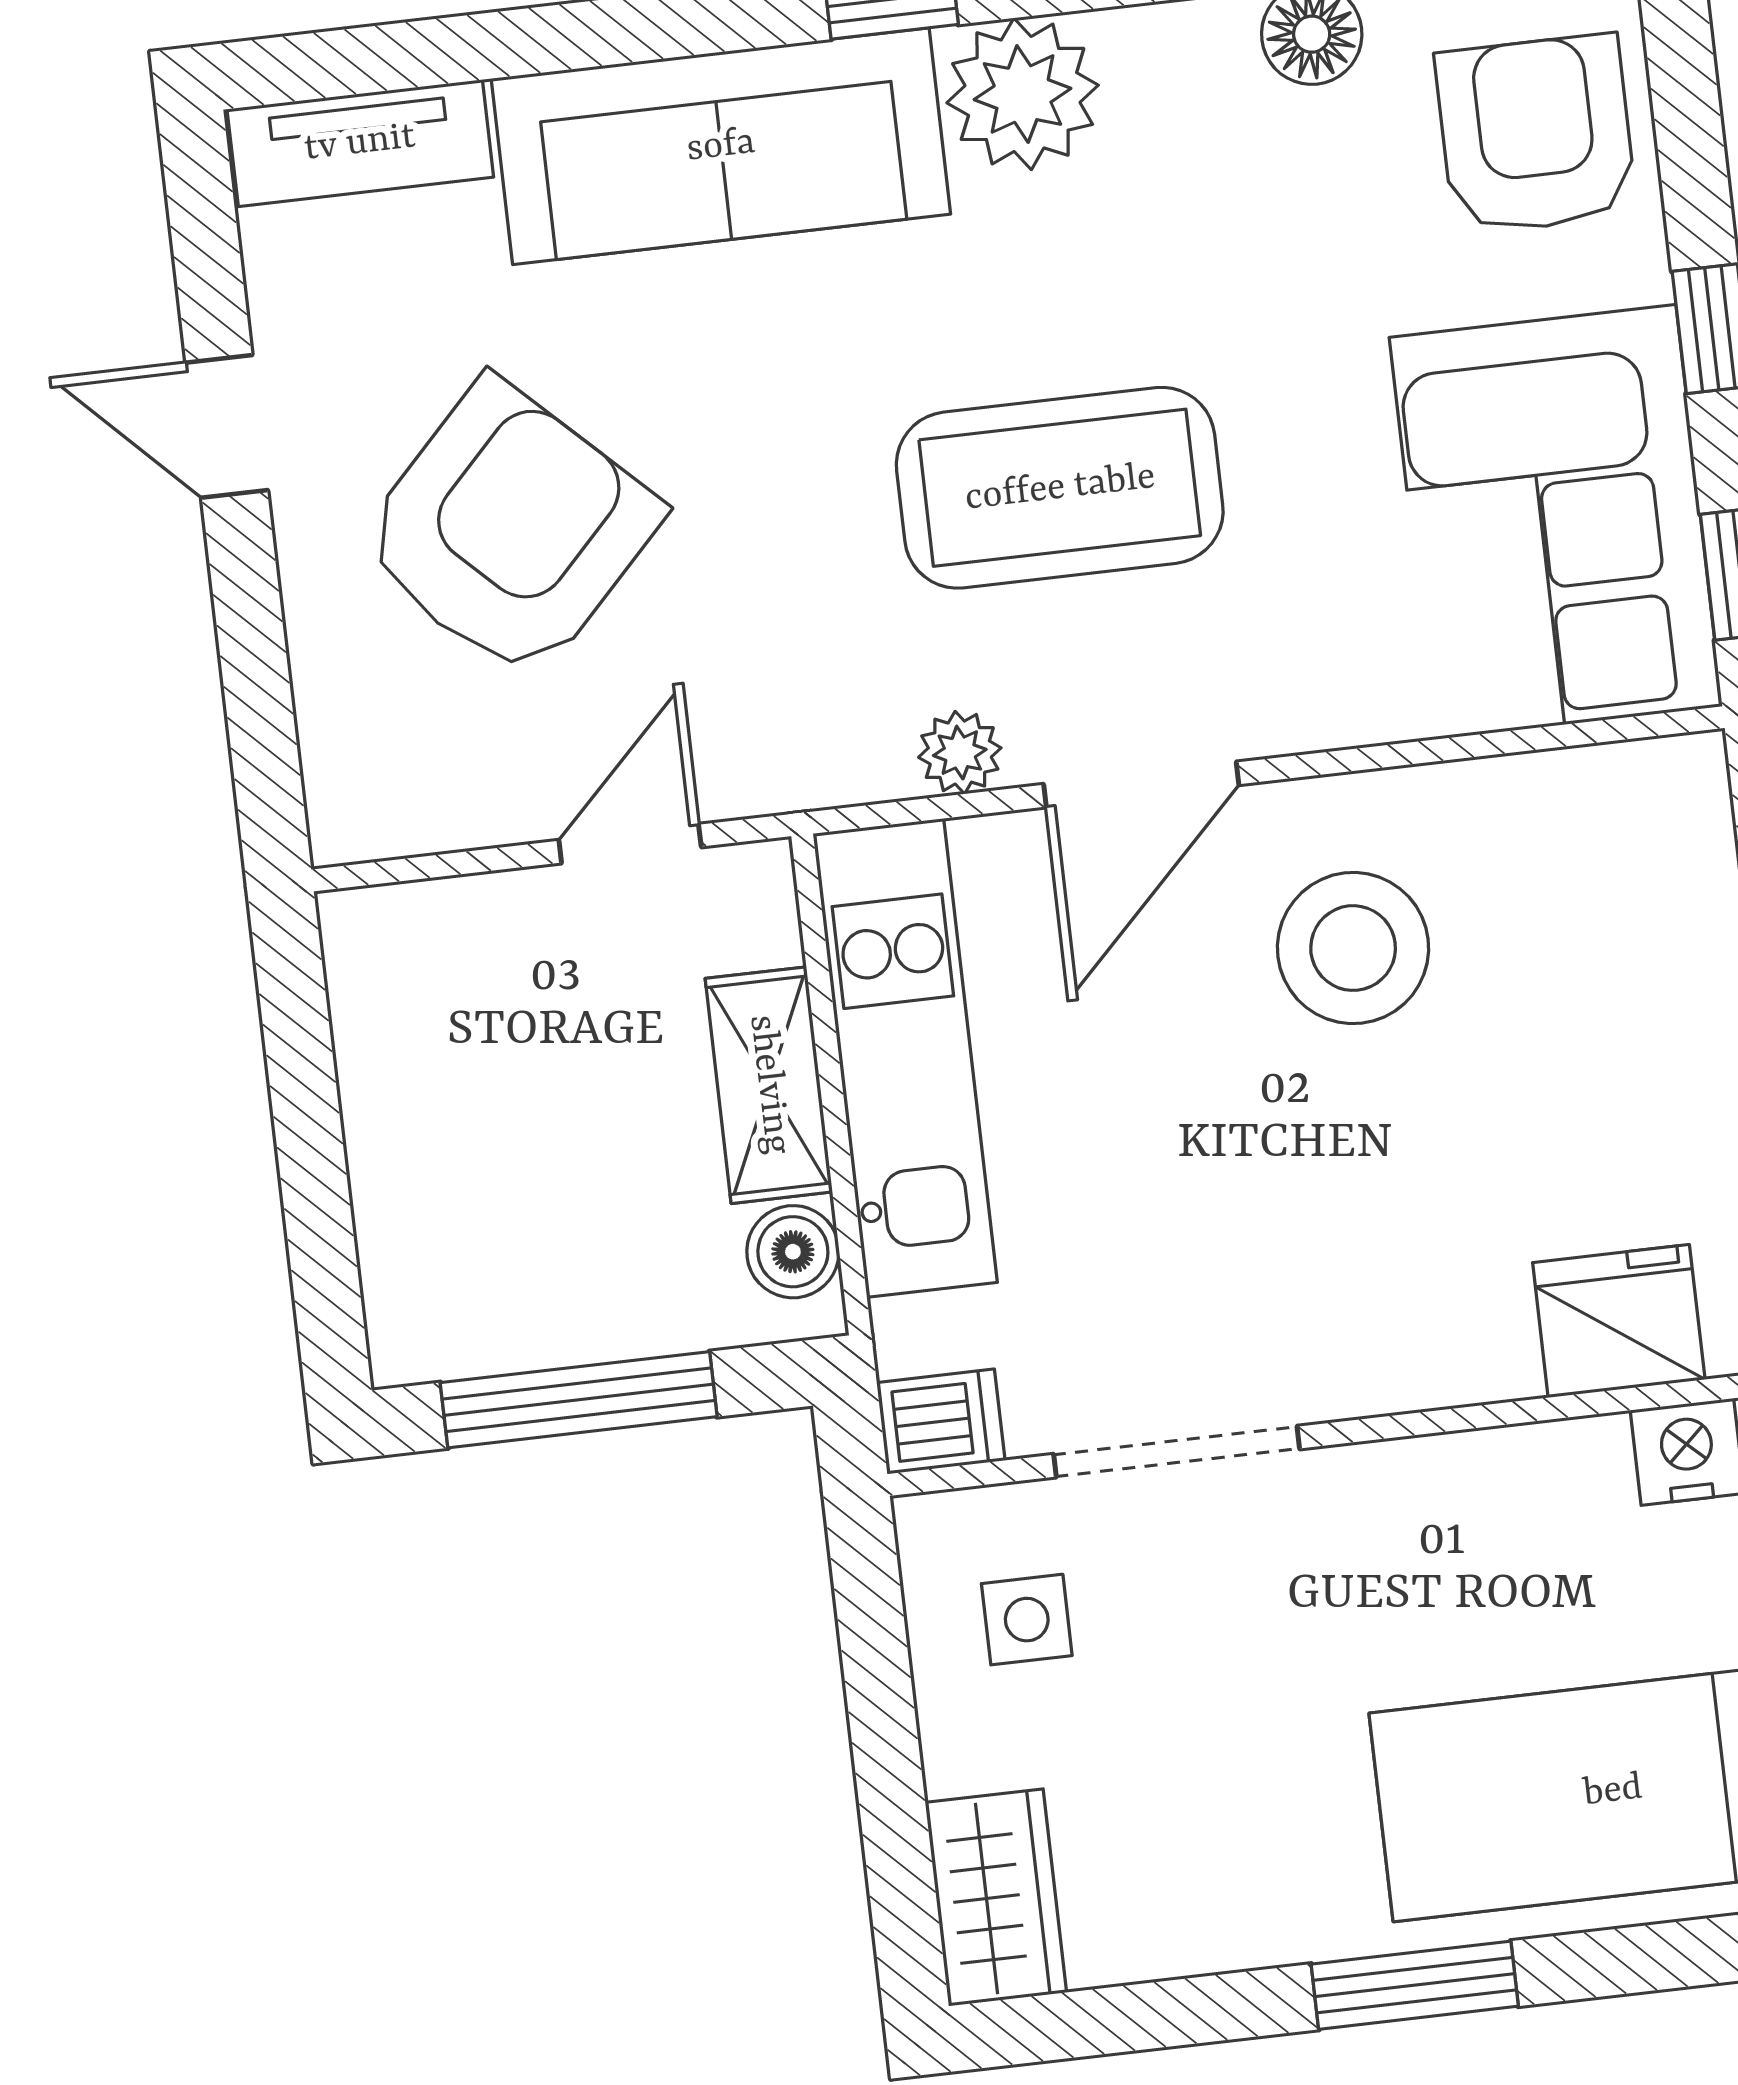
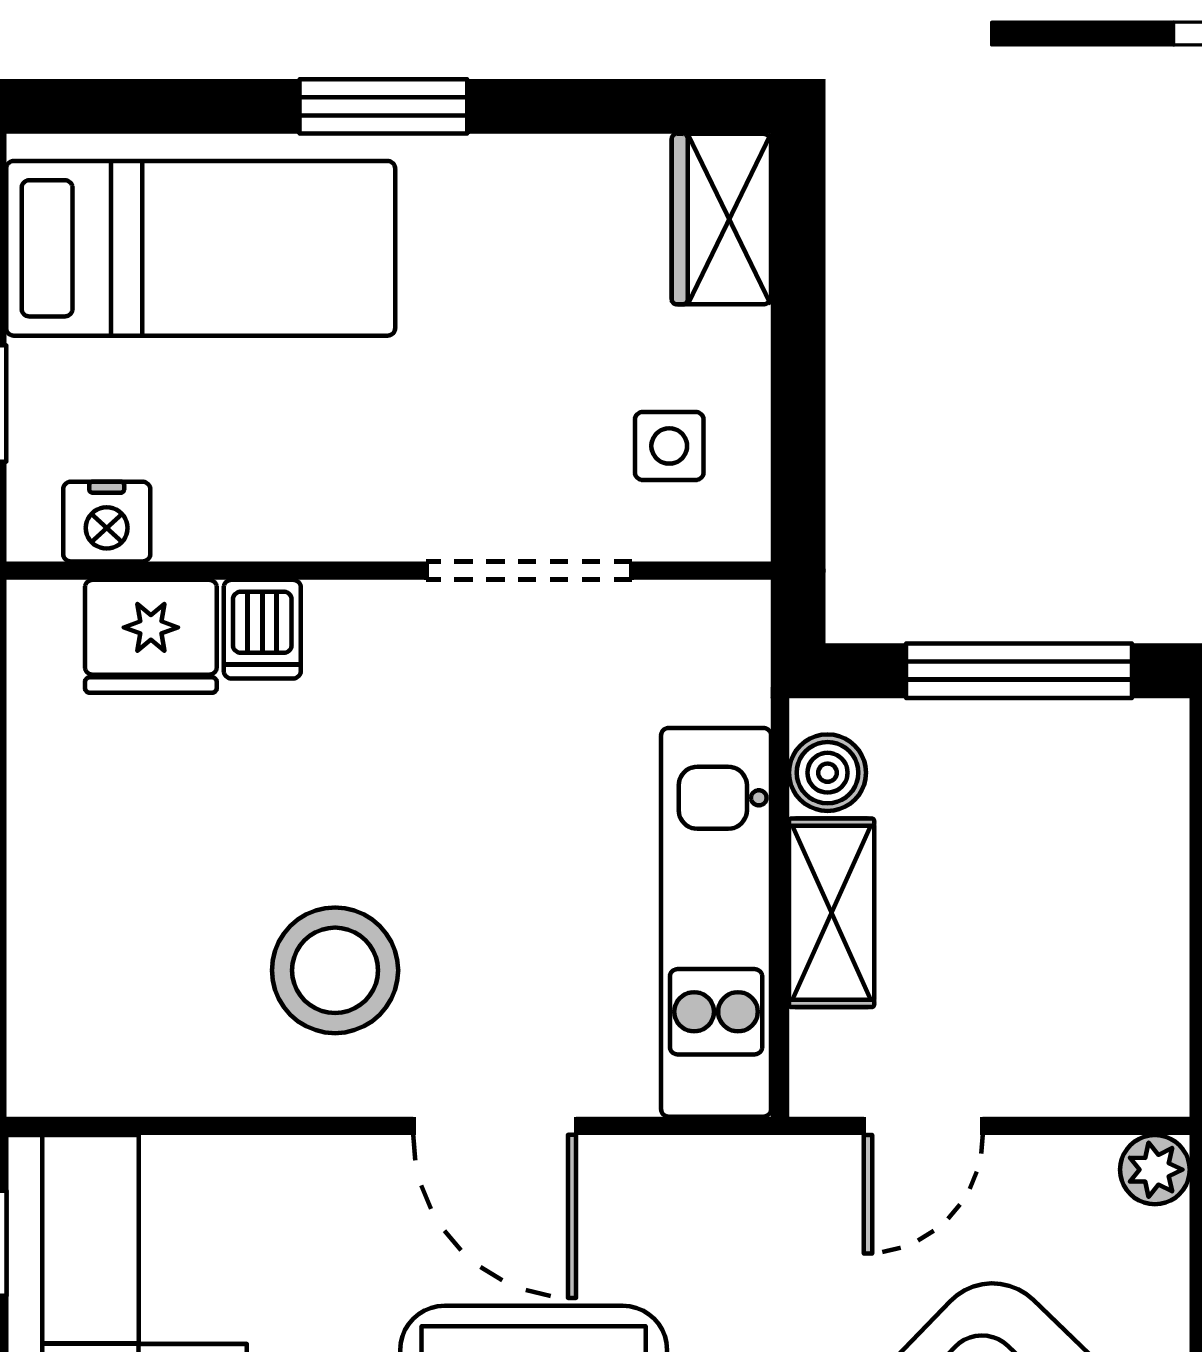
plant: (960, 753) -> (1155, 1170), moved
door: (1141, 785) -> (495, 1126), swing flipped
dishwasher: (941, 1421) -> (262, 629), moved, turned -90

